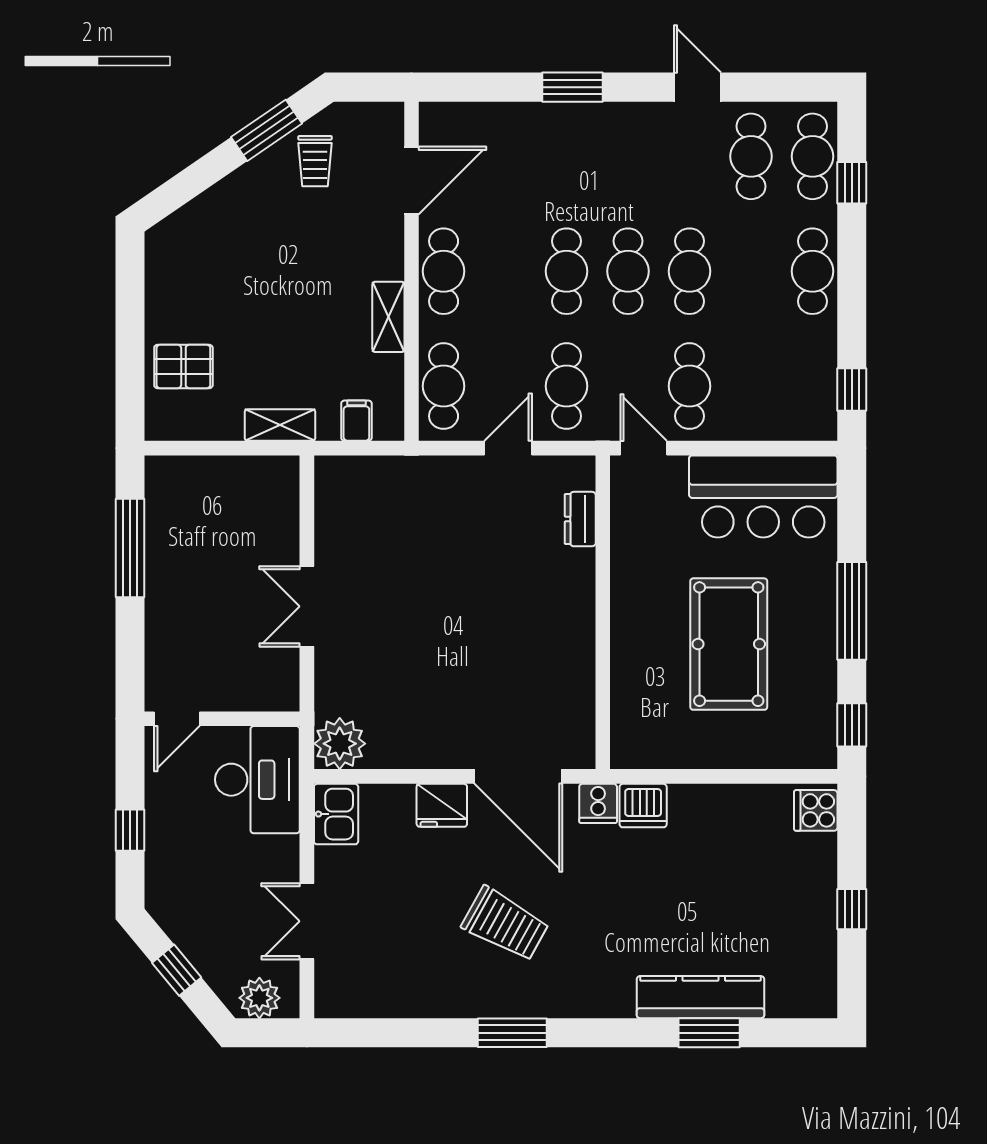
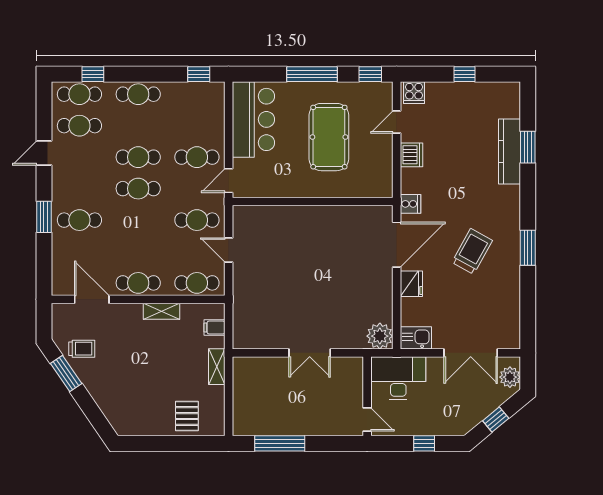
cafe table: (567, 271) -> (79, 220), moved
dresser: (580, 519) -> (265, 213), removed
pool table: (729, 644) -> (329, 137), turned 90
door: (758, 776) -> (397, 122), added
dishwasher: (643, 806) -> (412, 155), moved
double door: (307, 921) -> (471, 353), width x1.37

